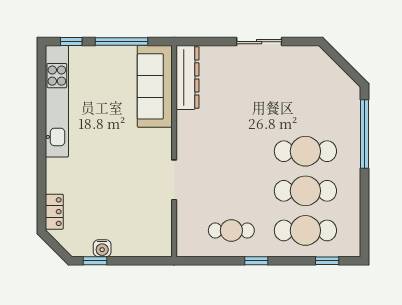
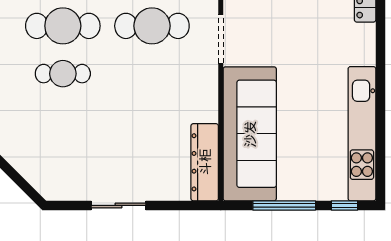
sofa: (155, 86) -> (250, 134), width x1.36, depth x1.27
cafe table: (305, 151) -> (63, 74), width x0.73, depth x0.74
cafe table: (231, 191) -> (152, 26), added

